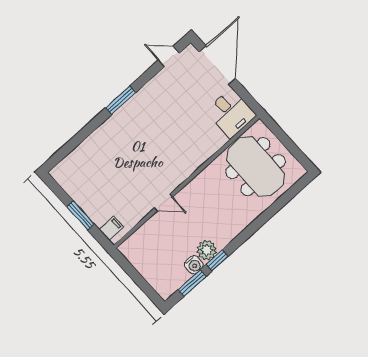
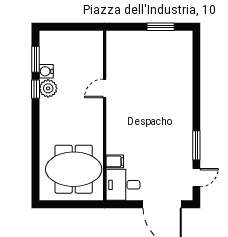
window: (121, 100) -> (196, 145), moved
window: (80, 215) -> (161, 27), moved
filing cabinet: (111, 228) -> (115, 161), moved, turned -90

